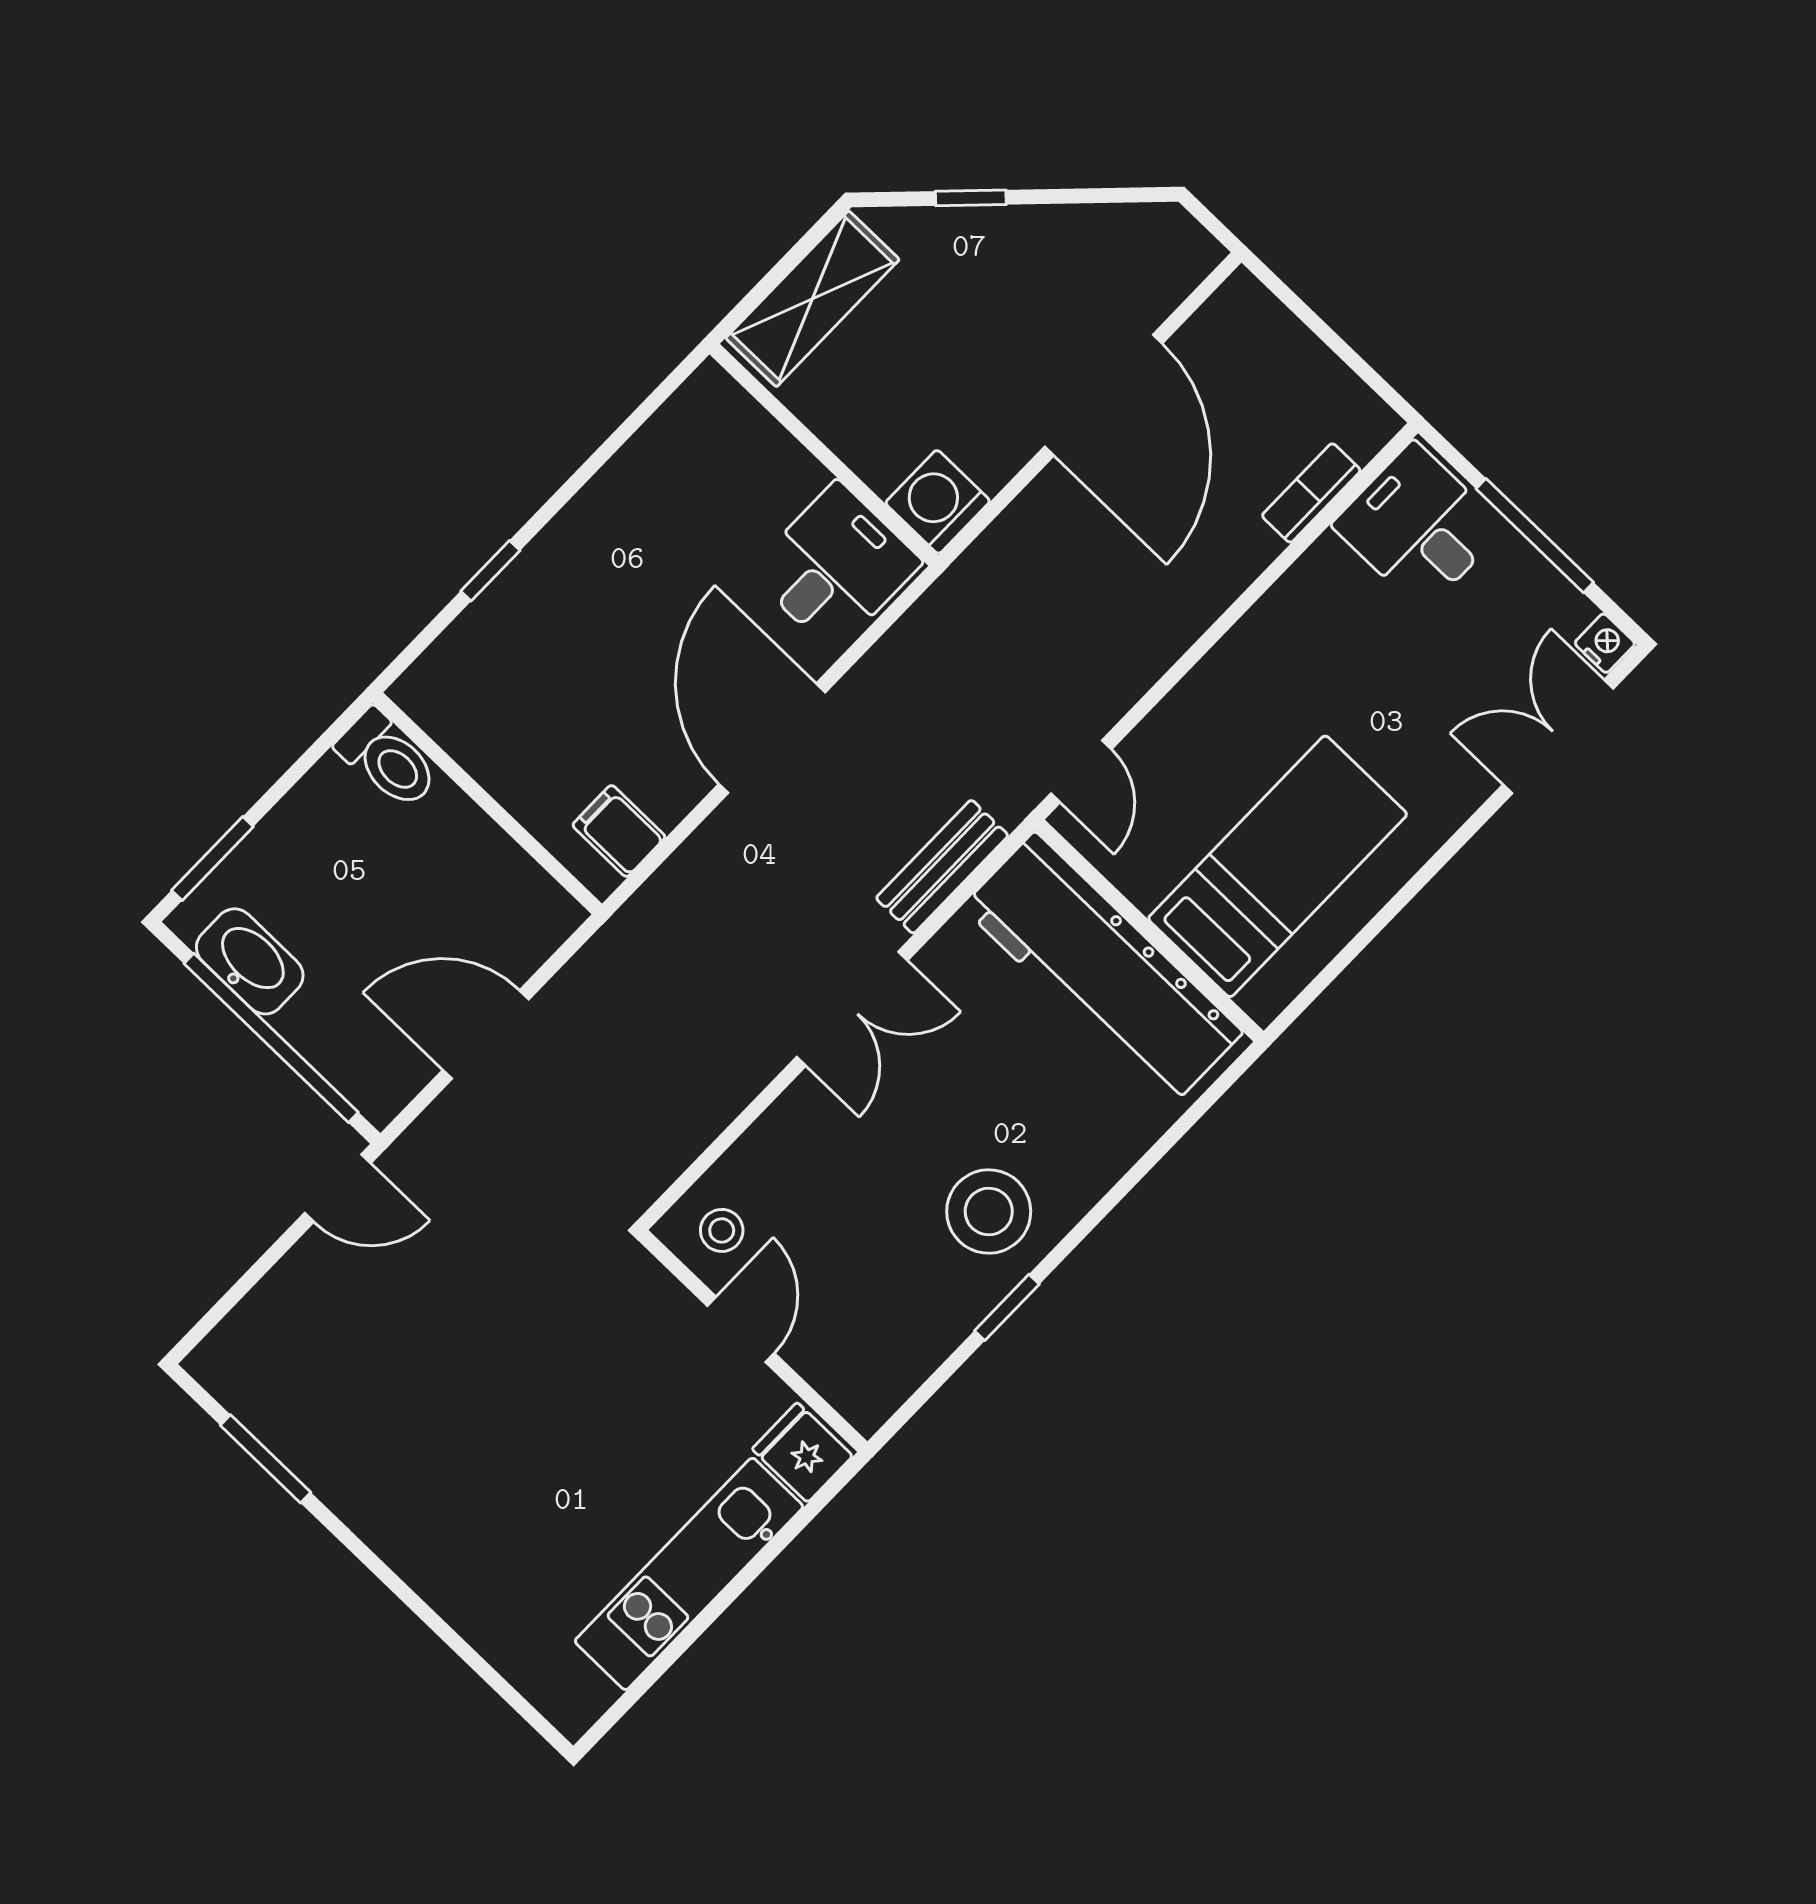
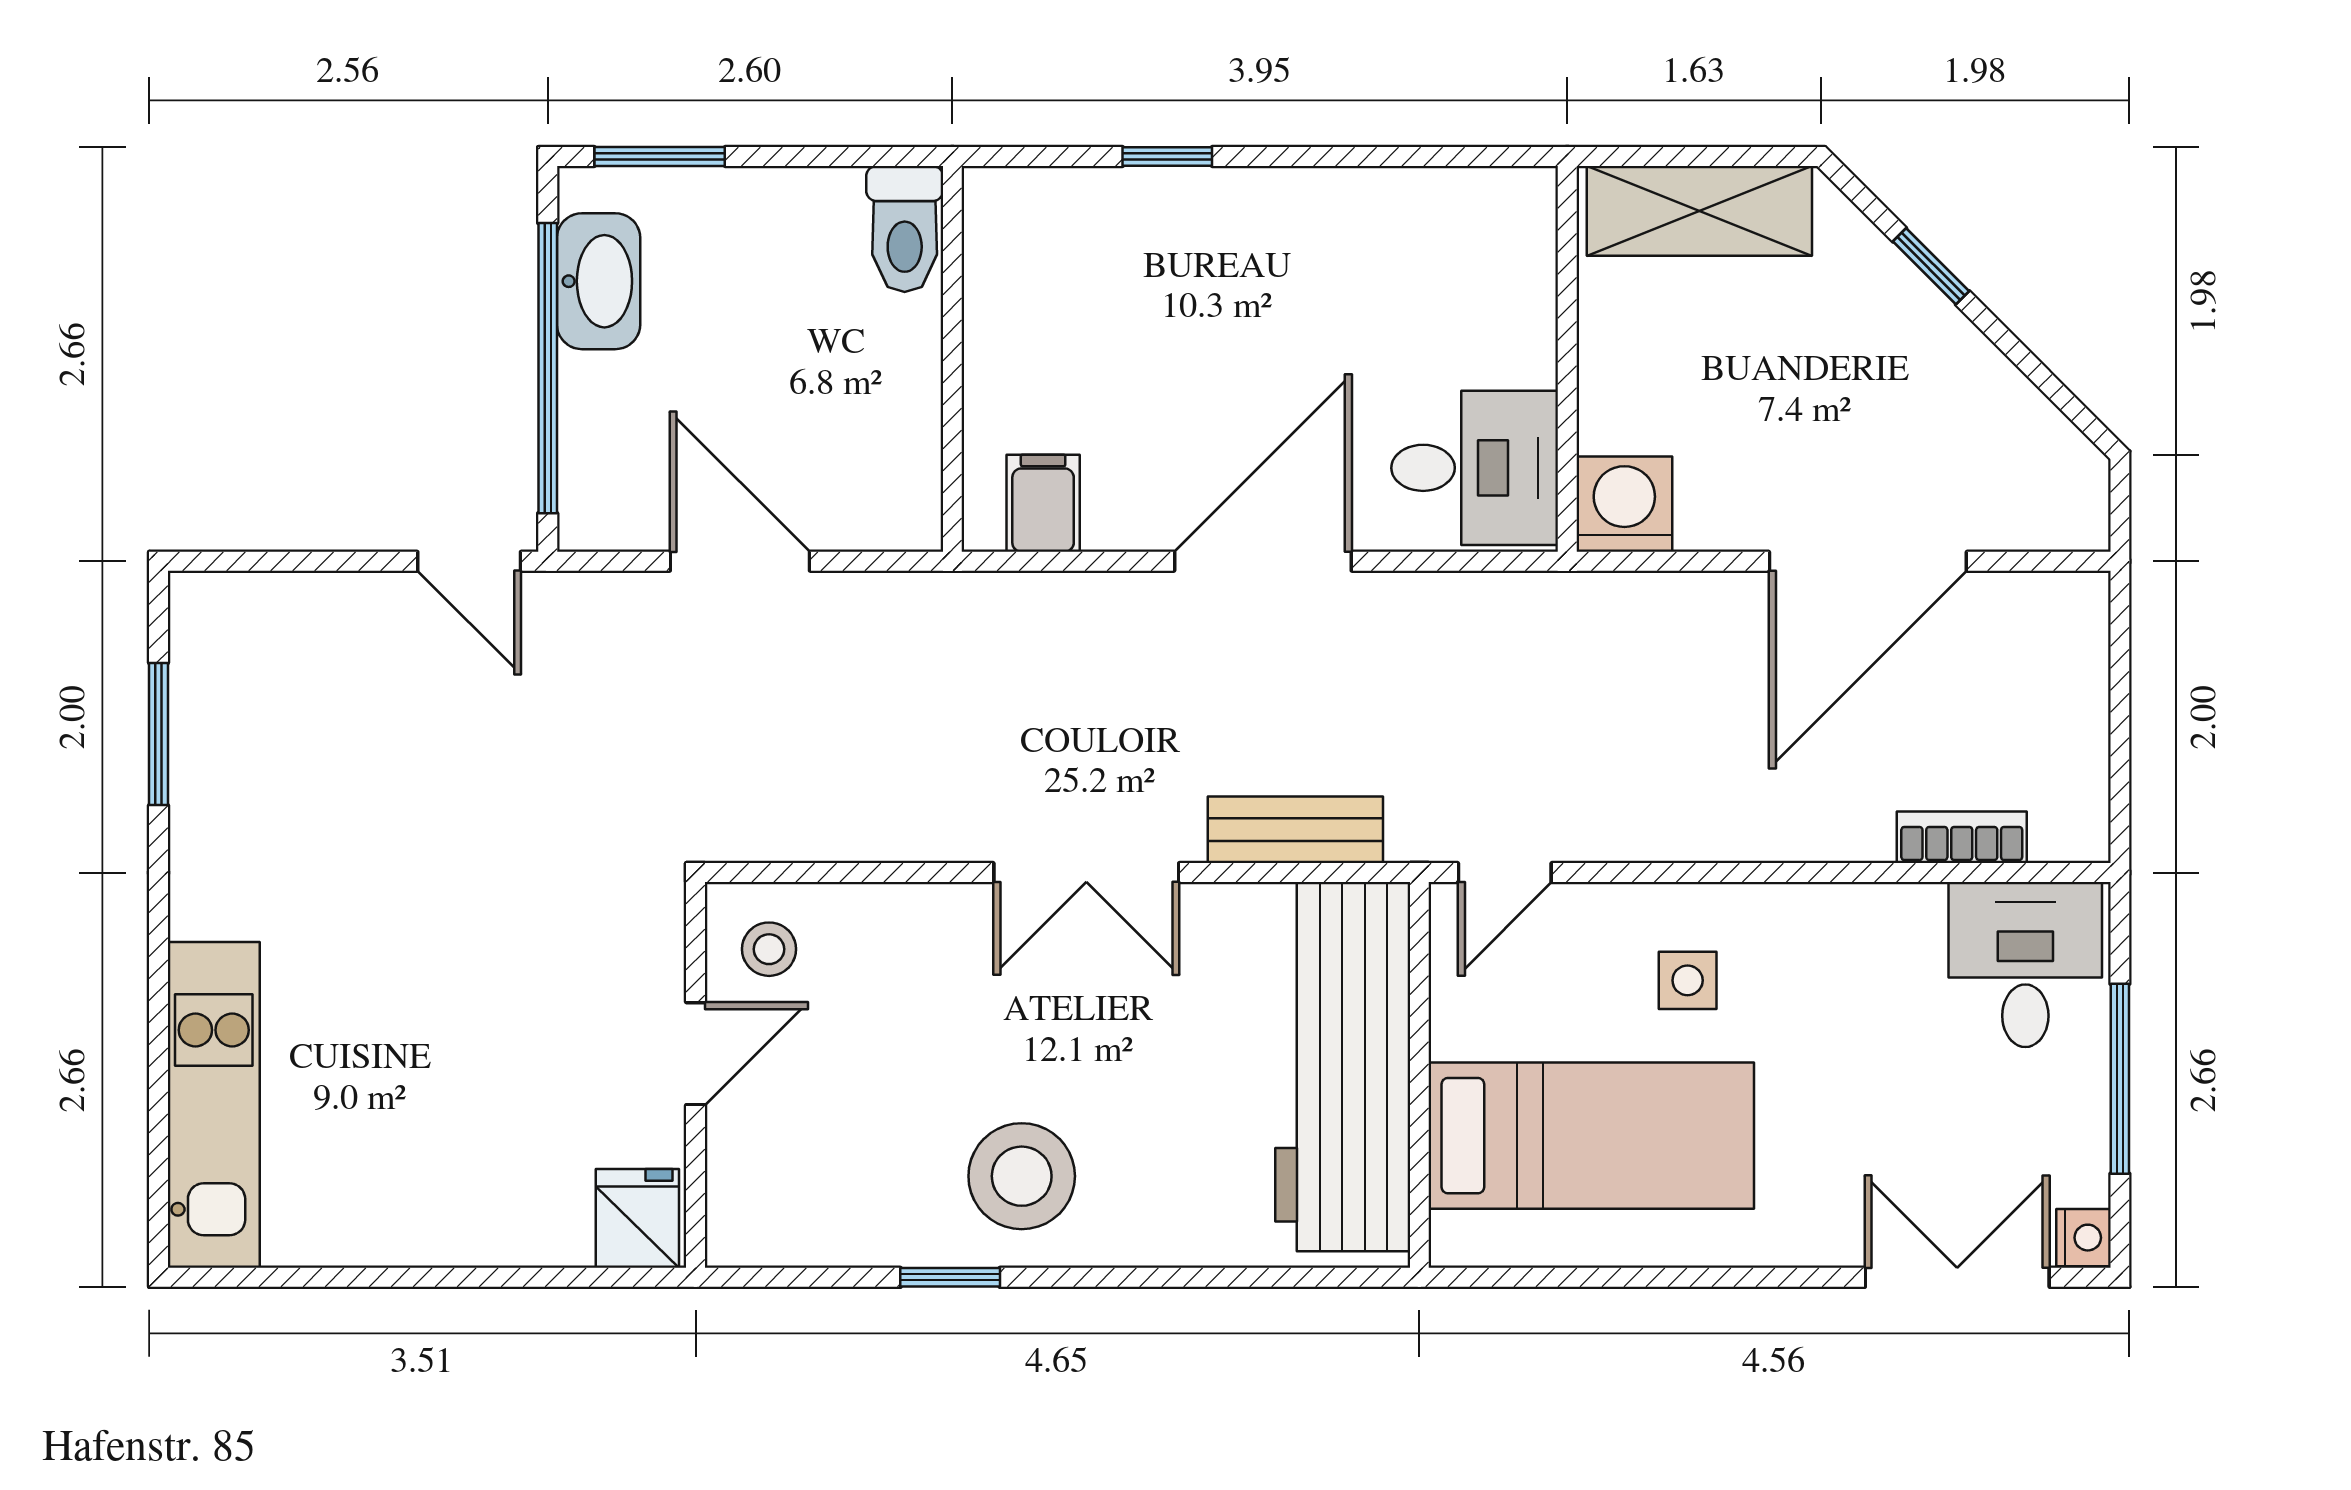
side table: (1242, 727) -> (1688, 980), added
kitchen unit: (689, 1574) -> (214, 1105), moved, turned 90

